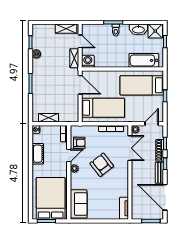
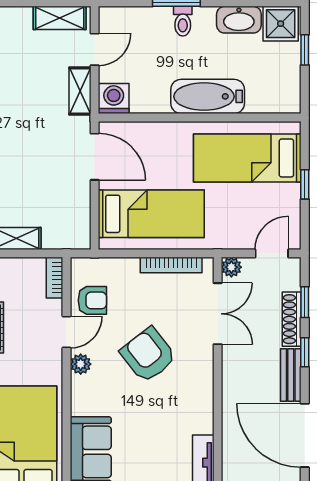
door: (80, 41) -> (95, 49), hinge flipped
bathtub: (144, 60) -> (208, 96), moved

